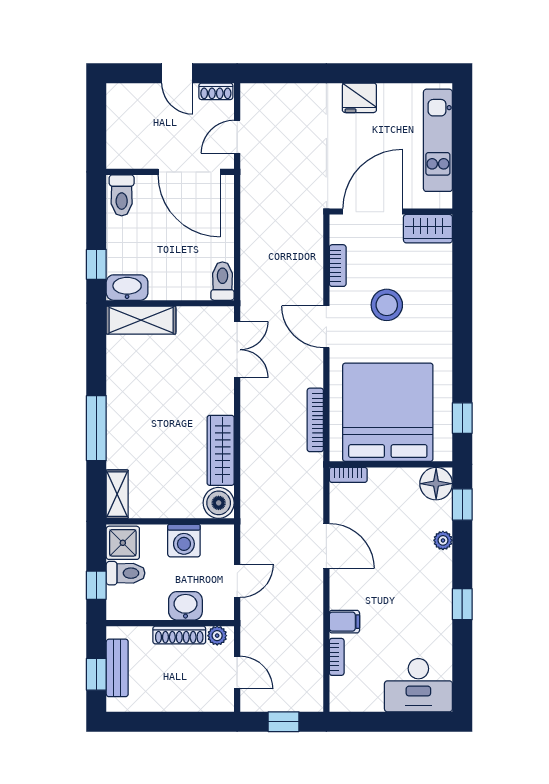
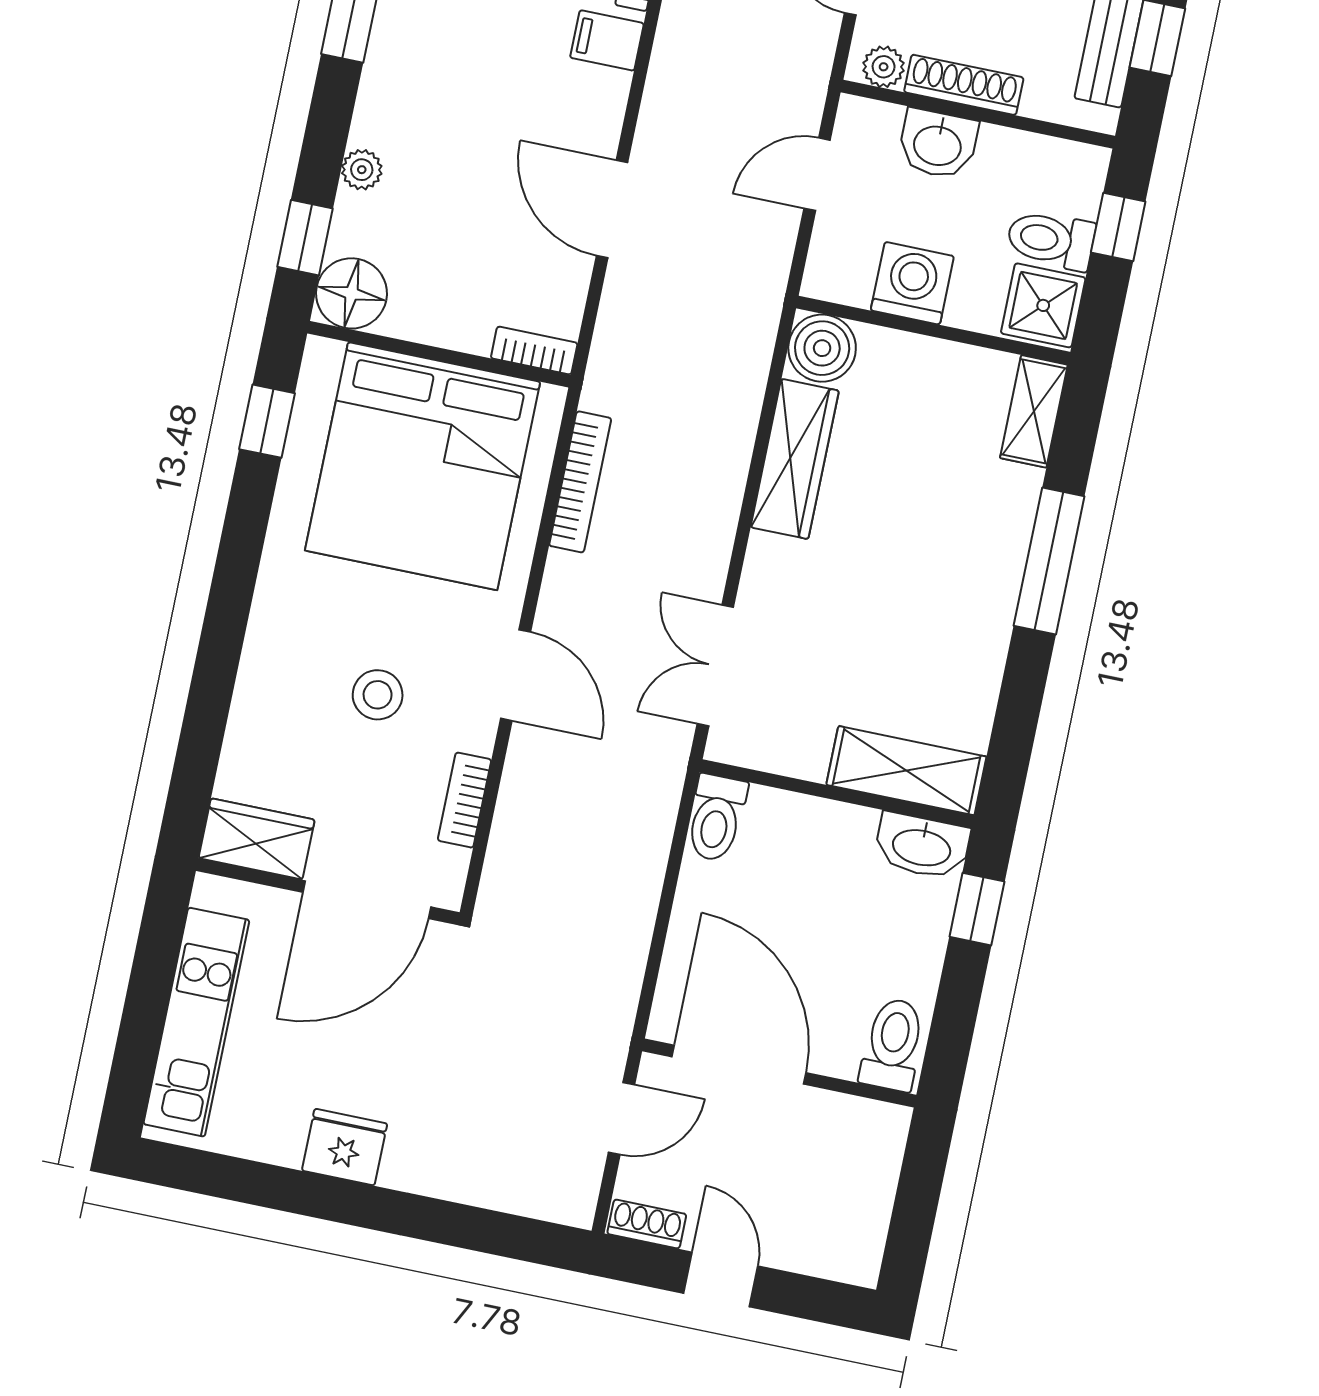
stool: (387, 305) -> (378, 695), width x0.73, depth x0.73

